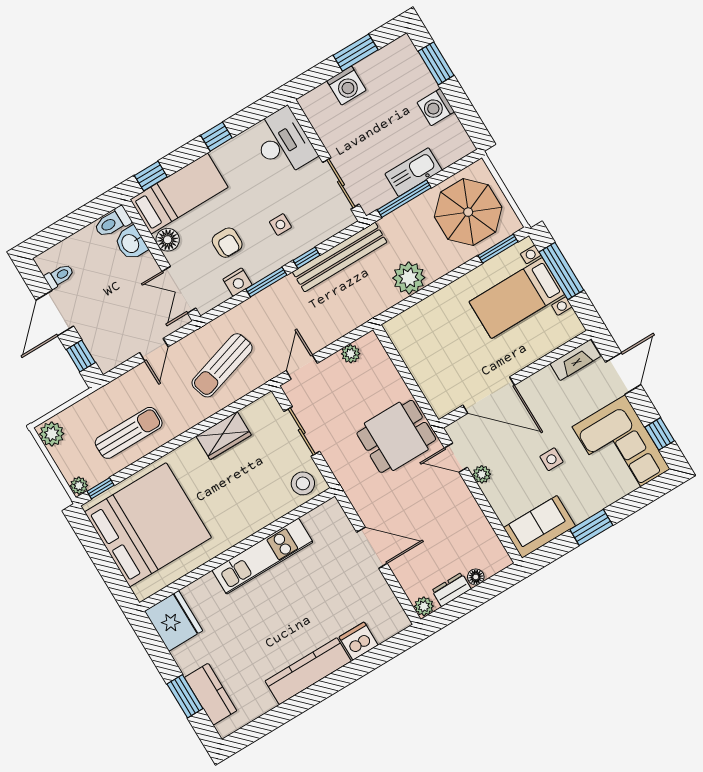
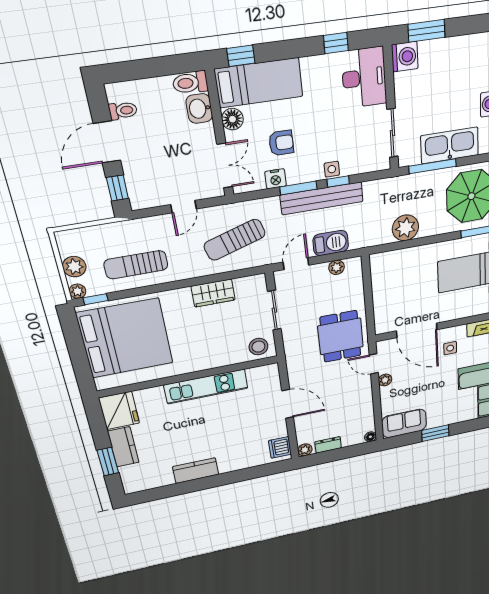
window: (356, 53) -> (427, 31), moved
washing machine: (346, 86) -> (405, 57), moved, turned -90
window: (216, 137) -> (336, 43), moved
kitchen sink: (414, 172) -> (450, 145), width x1.36, depth x1.24
side table: (280, 225) -> (332, 169), moved
armchair: (227, 243) -> (281, 143), turned -90
bench: (340, 257) -> (322, 198), moved
double door: (179, 290) -> (225, 166), swing flipped
barbecue: (330, 328) -> (331, 243), added
sun lounger: (129, 433) -> (136, 265), turned 180
plant: (52, 434) -> (74, 267), moved
dining table: (396, 436) -> (341, 336), turned 90
side table: (551, 459) -> (450, 348), moved
floor lamp: (476, 577) -> (370, 437), moved
dishwasher: (359, 641) -> (280, 447), moved, turned -90
kitchen counter: (308, 671) -> (196, 471), width x0.67
kitchen counter: (211, 694) -> (123, 447), moved

